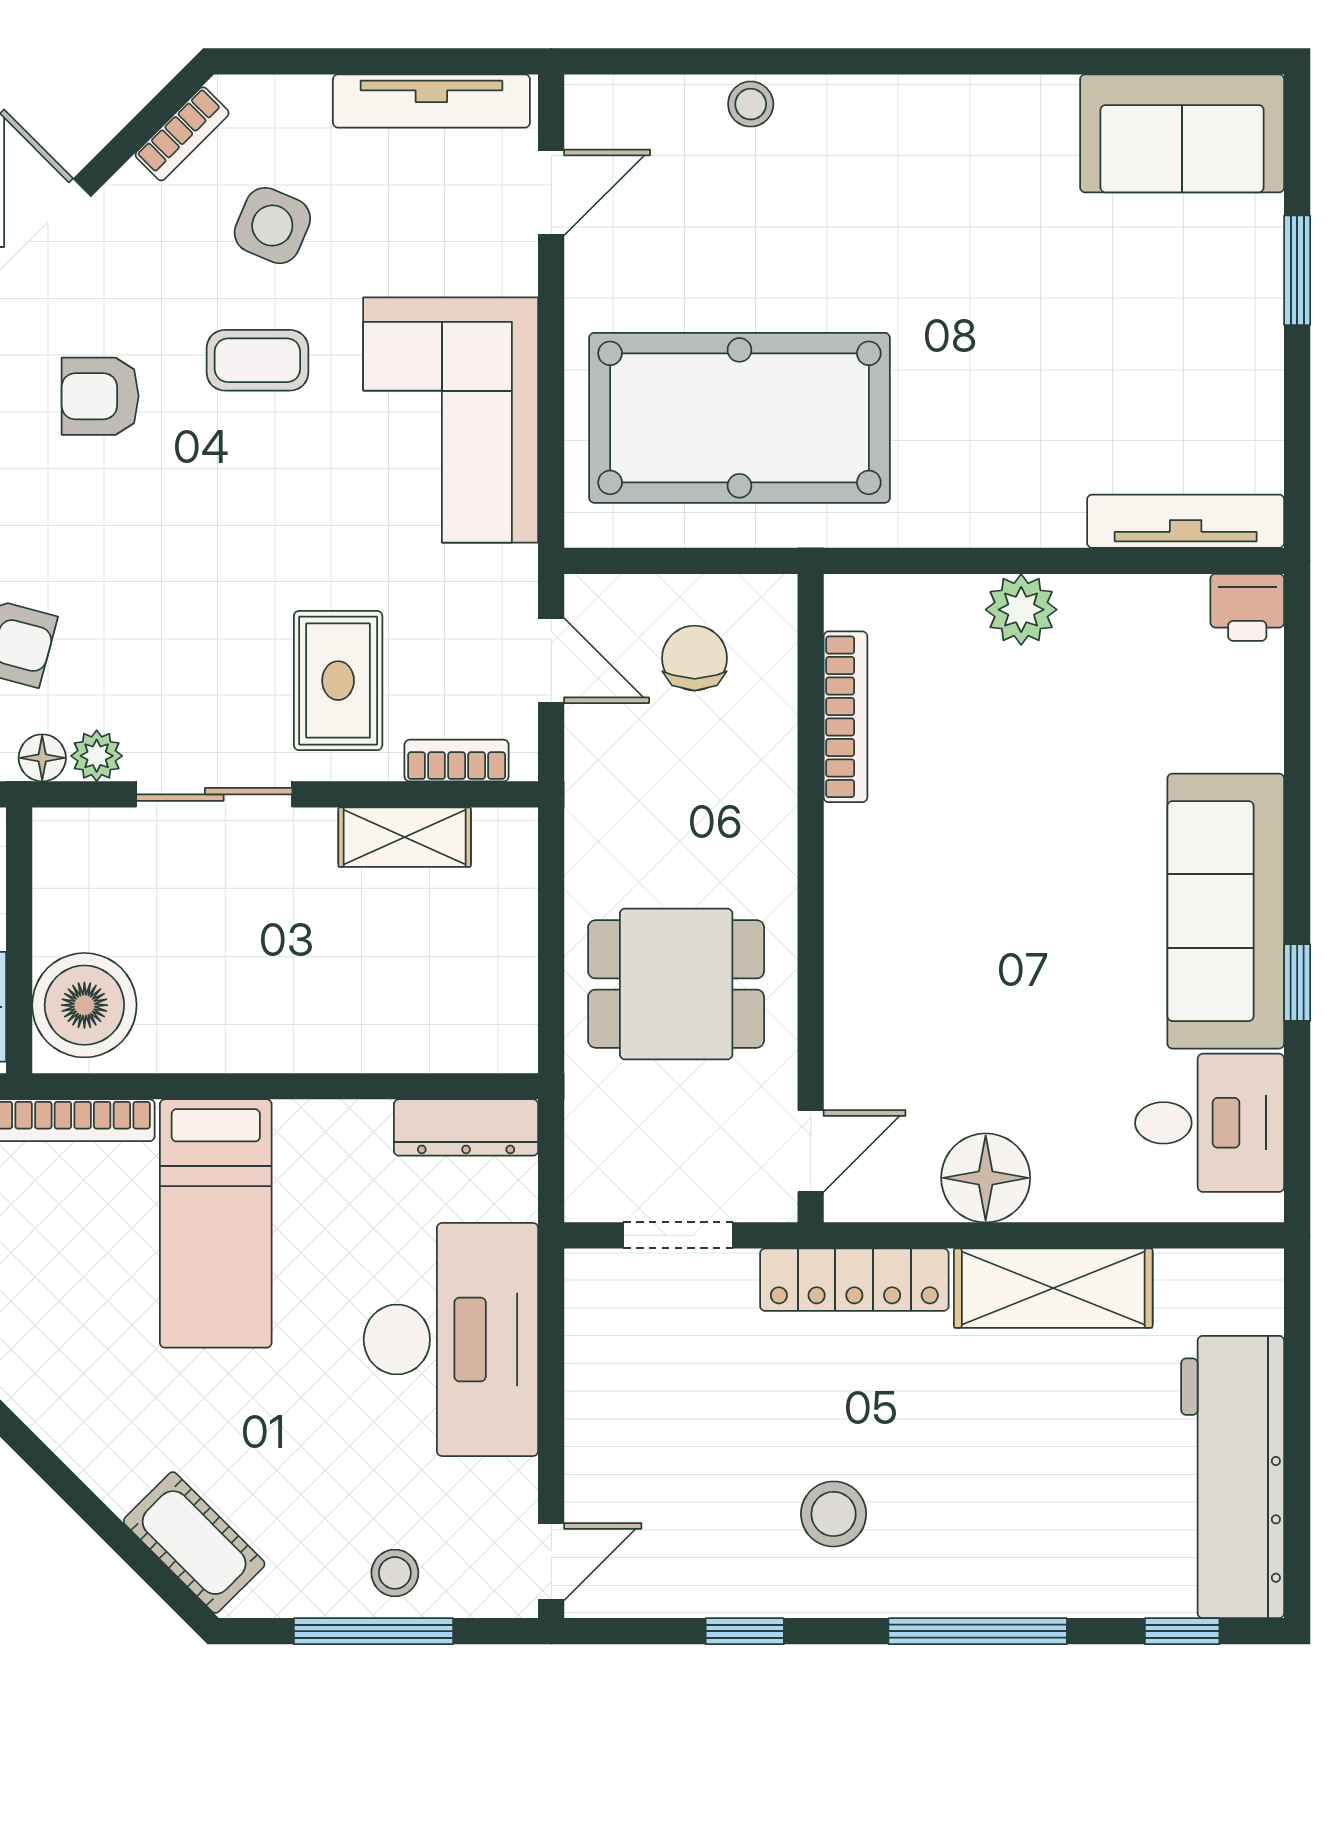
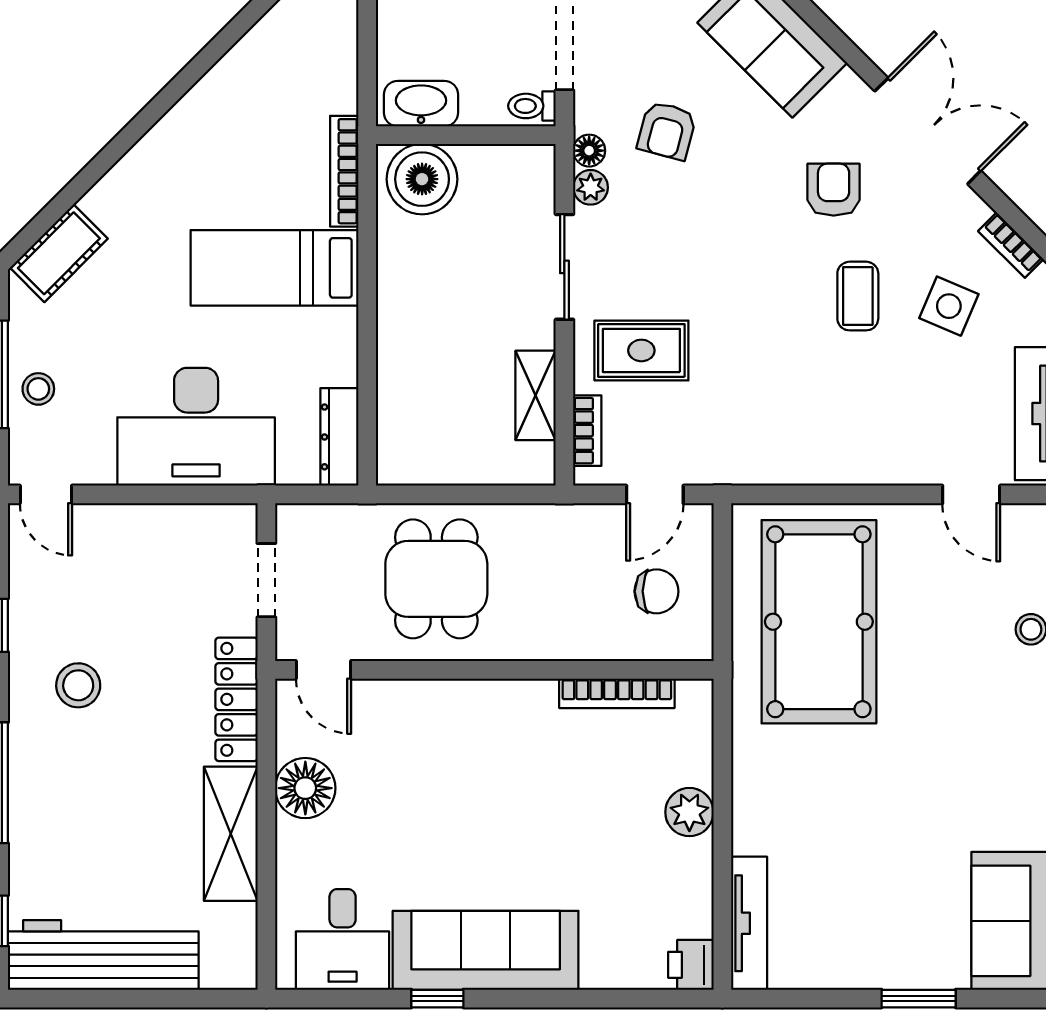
corner sofa: (451, 420) -> (817, 427), removed

